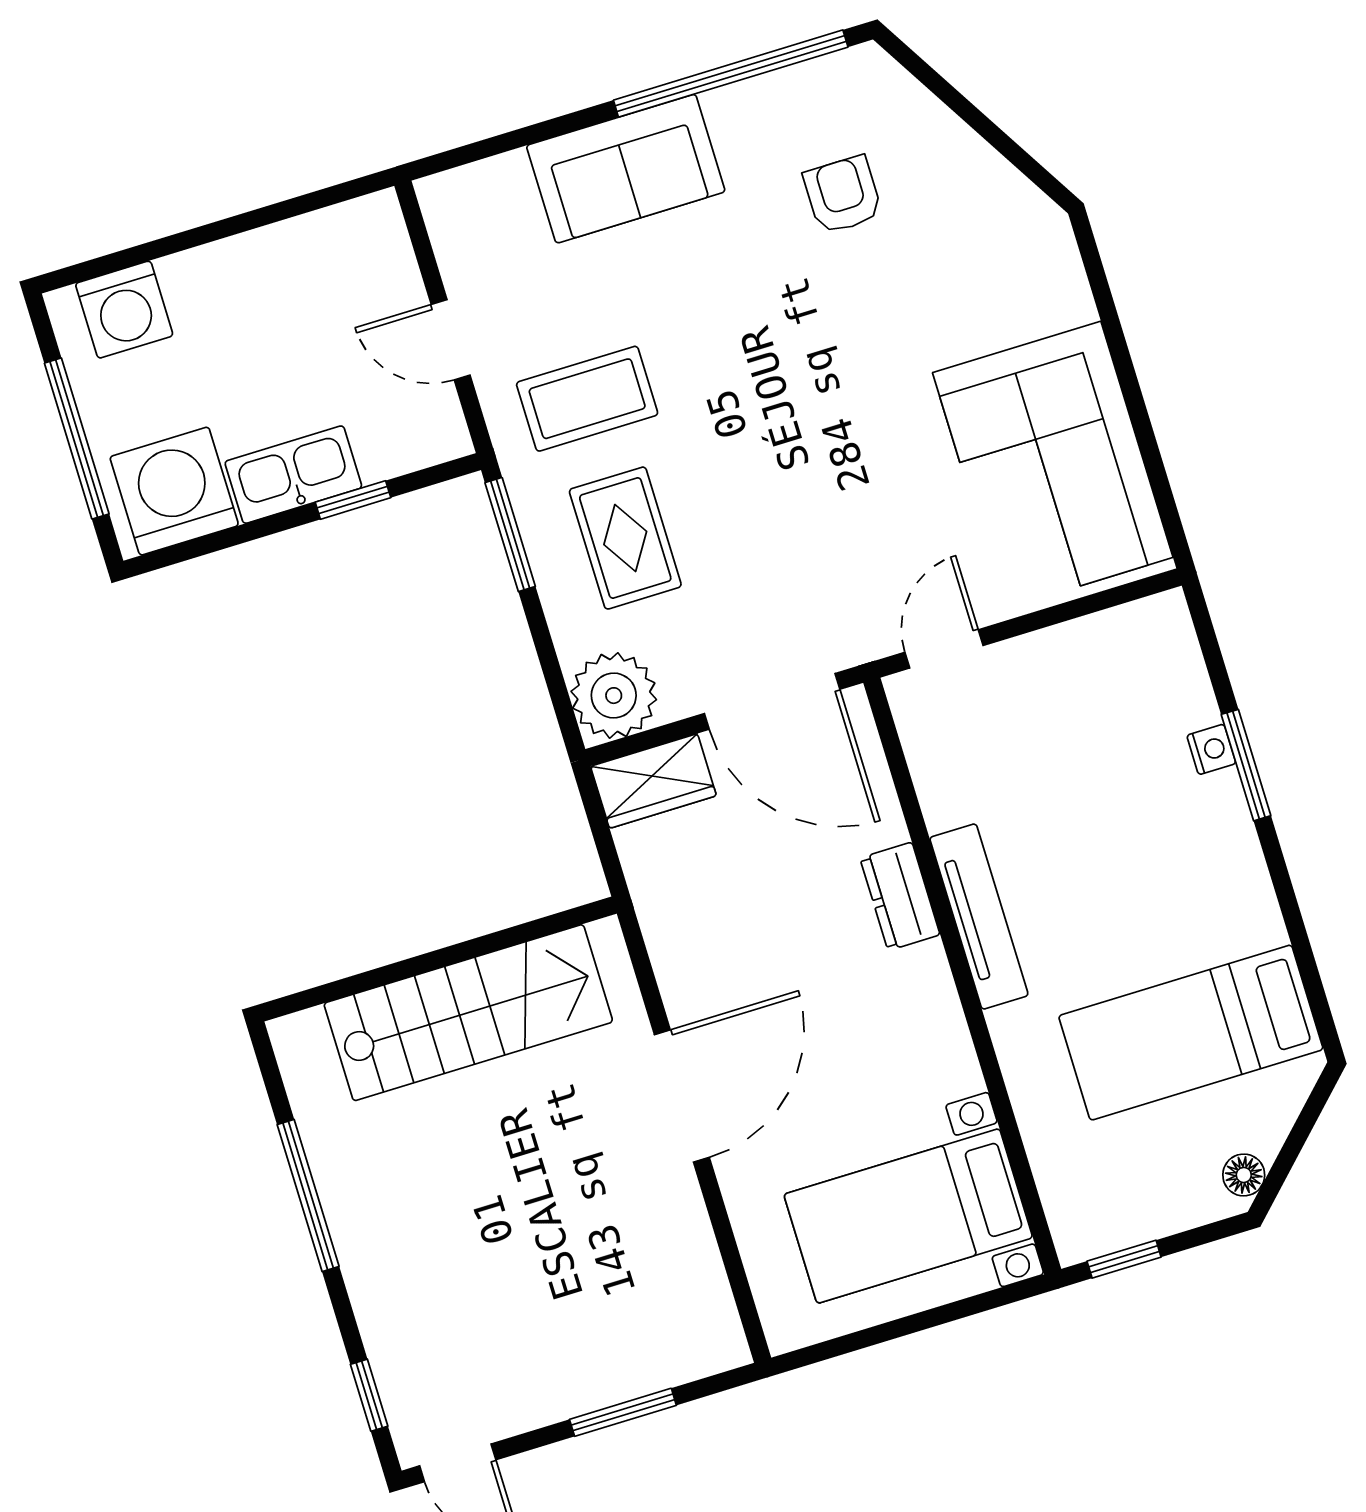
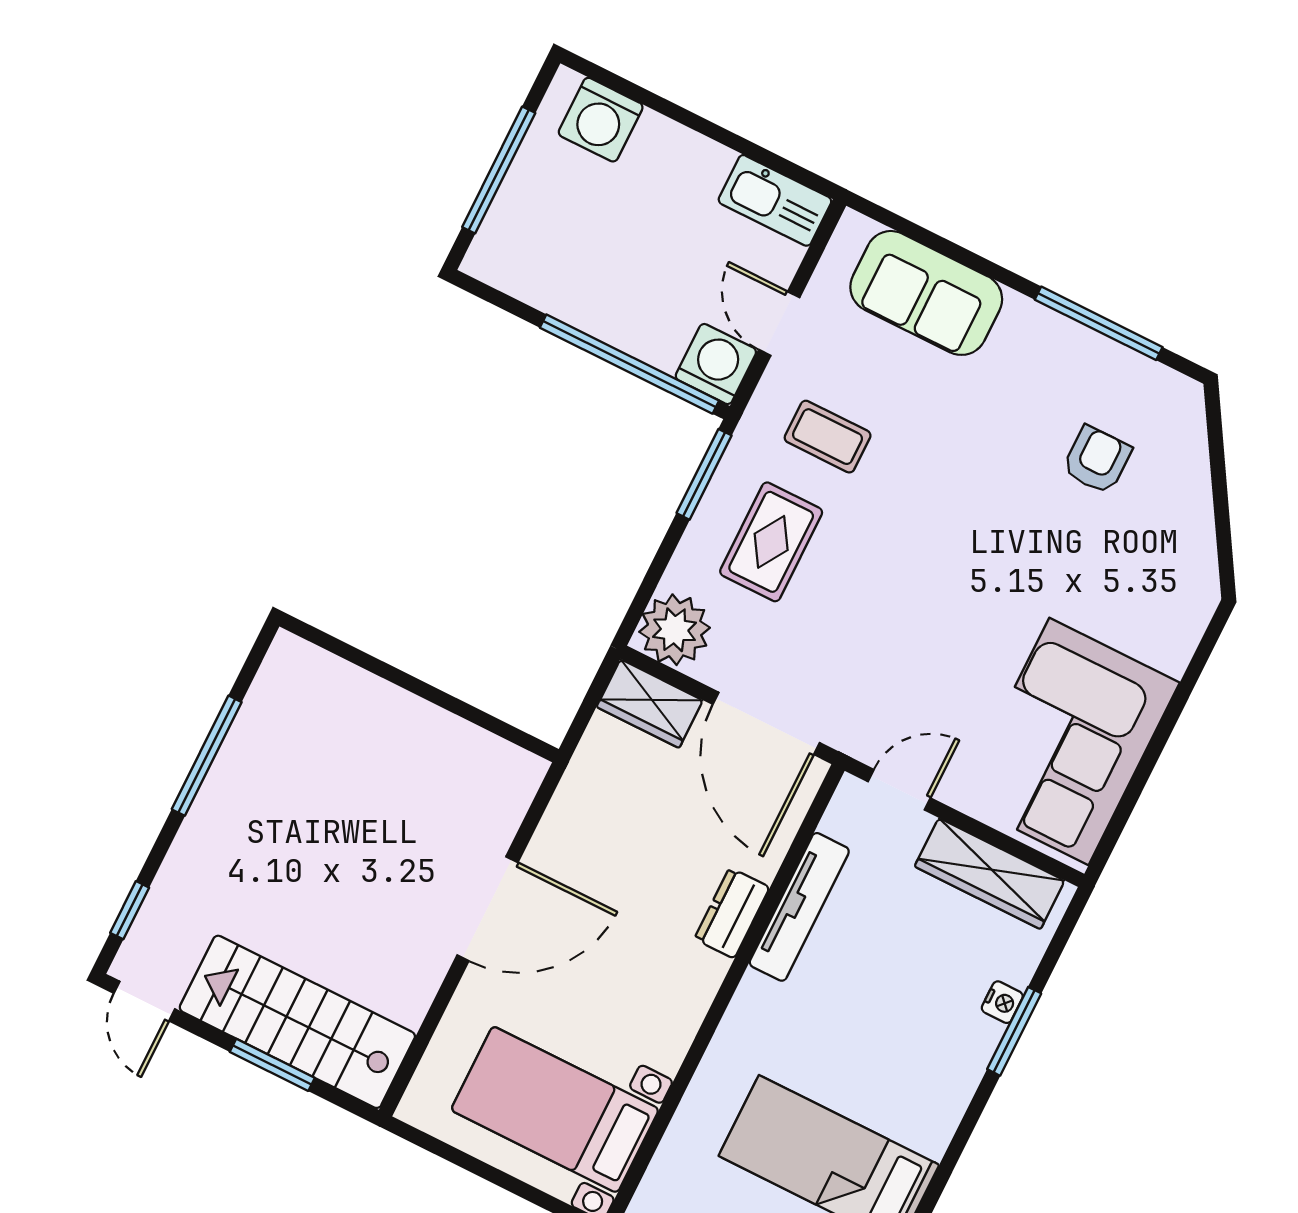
window: (731, 74) -> (1099, 323), width x0.68
sofa: (626, 169) -> (926, 293), moved
coffee table: (587, 399) -> (828, 437), width x0.73, depth x0.77
kitchen sink: (293, 475) -> (775, 200), moved, turned 180
washing machine: (174, 491) -> (716, 364), moved, width x0.73, depth x0.73
window: (353, 500) -> (629, 364), width x3.17
wardrobe: (1093, 647) -> (990, 874), added
tv unit: (979, 916) -> (799, 907), moved
stairs: (468, 1013) -> (297, 1022), moved, turned 180

